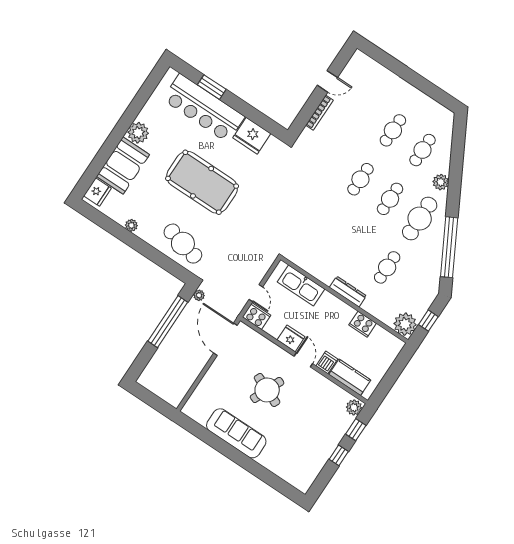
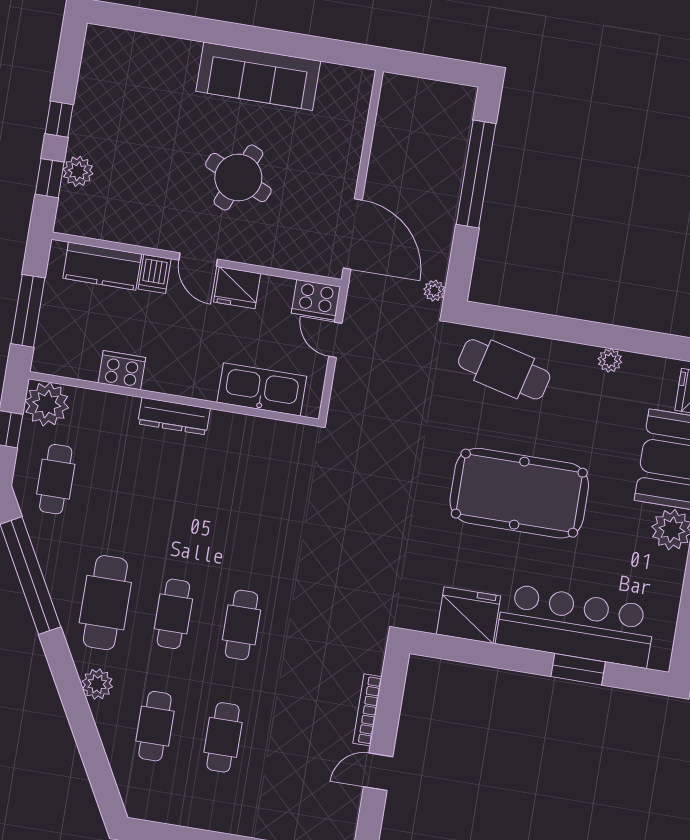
cafe table: (387, 267) -> (56, 479), moved
window: (168, 322) -> (476, 174), moved
window: (394, 372) -> (28, 311), added
plant: (354, 407) -> (78, 171), moved

